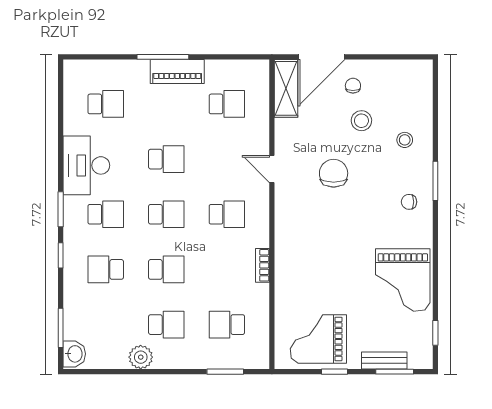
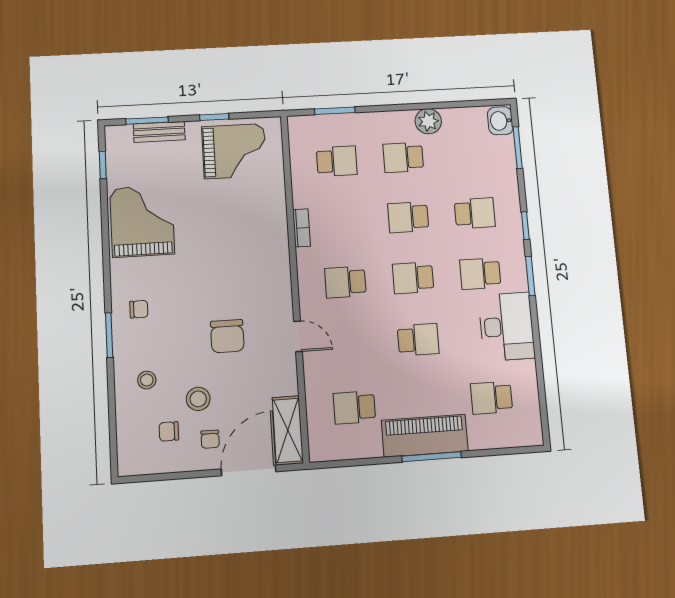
piano: (177, 71) -> (425, 436), width x1.37, depth x1.33
chair: (388, 95) -> (169, 431), added
school desk: (166, 159) -> (418, 340), turned 180

